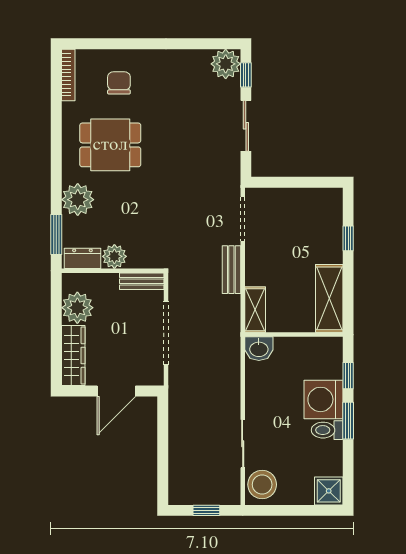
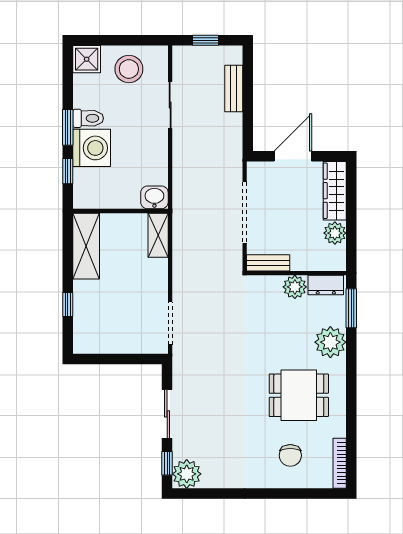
bench: (231, 270) -> (234, 88), moved
plant: (77, 308) -> (335, 233), width x0.73, depth x0.73
stool: (262, 485) -> (129, 69), moved

